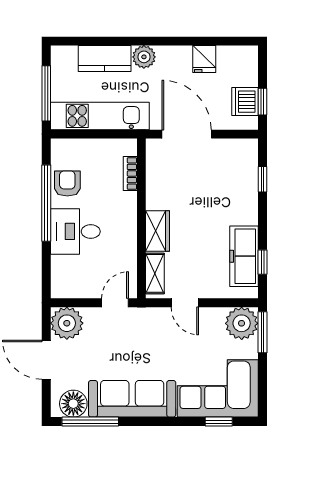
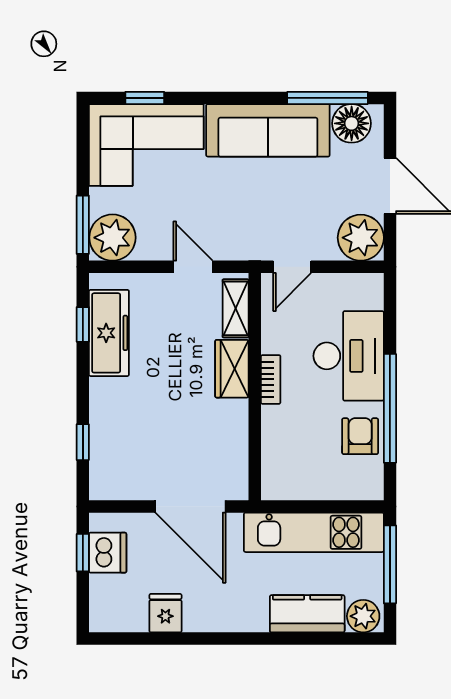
plant: (144, 57) -> (363, 616), moved
bookcase: (130, 173) -> (271, 379), moved
armchair: (67, 184) -> (360, 436), turned 180
desk: (75, 231) -> (349, 356), width x1.37

